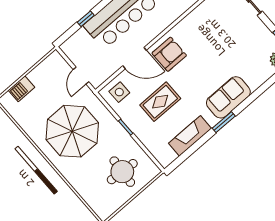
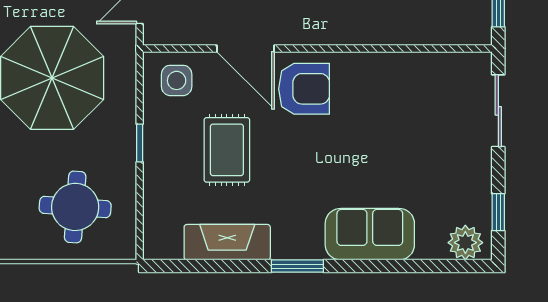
sofa: (228, 97) -> (370, 234), moved
rug: (160, 102) -> (227, 150), turned 90

